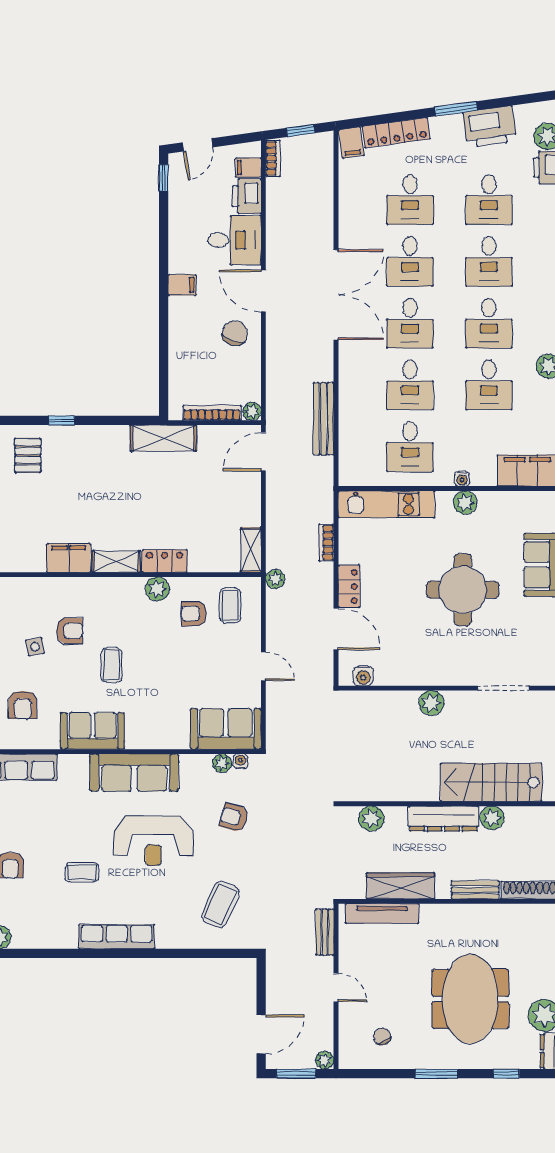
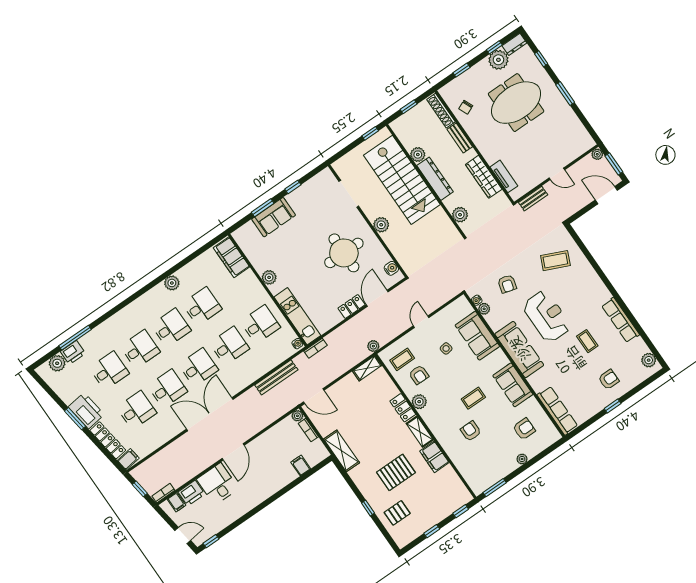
printer: (490, 127) -> (86, 411), moved
filing cabinet: (182, 285) -> (301, 465), moved
chair: (235, 333) -> (264, 451), removed
bookcase: (212, 413) -> (308, 430), width x0.64
water cooler: (462, 479) -> (297, 344), moved
pallet: (84, 491) -> (396, 472), added
bookcase: (326, 543) -> (316, 348), moved
round table: (463, 590) -> (344, 253), moved
side table: (35, 647) -> (446, 348), moved
sofa: (226, 729) -> (477, 336), moved
stairs: (491, 782) -> (402, 180), width x1.36, depth x1.51
tv unit: (382, 913) -> (504, 176), width x0.71
row of seats: (117, 937) -> (620, 320), moved
door: (336, 987) -> (557, 174), swing flipped
chair: (382, 1037) -> (466, 107), moved

